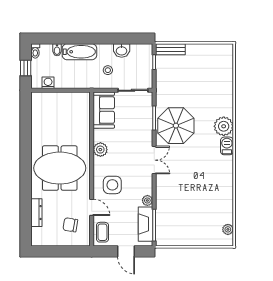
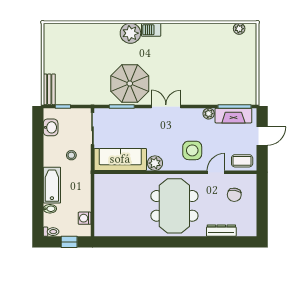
washbasin: (122, 50) -> (51, 127), moved
sofa: (104, 110) -> (120, 159), width x1.36

